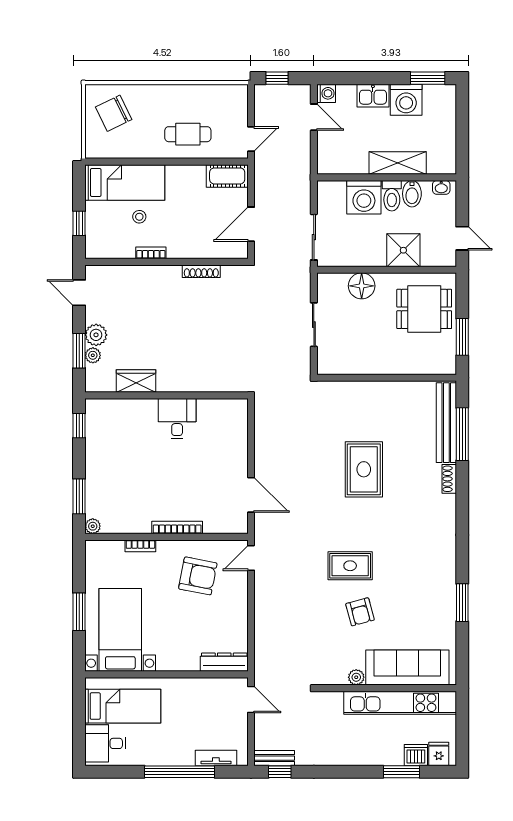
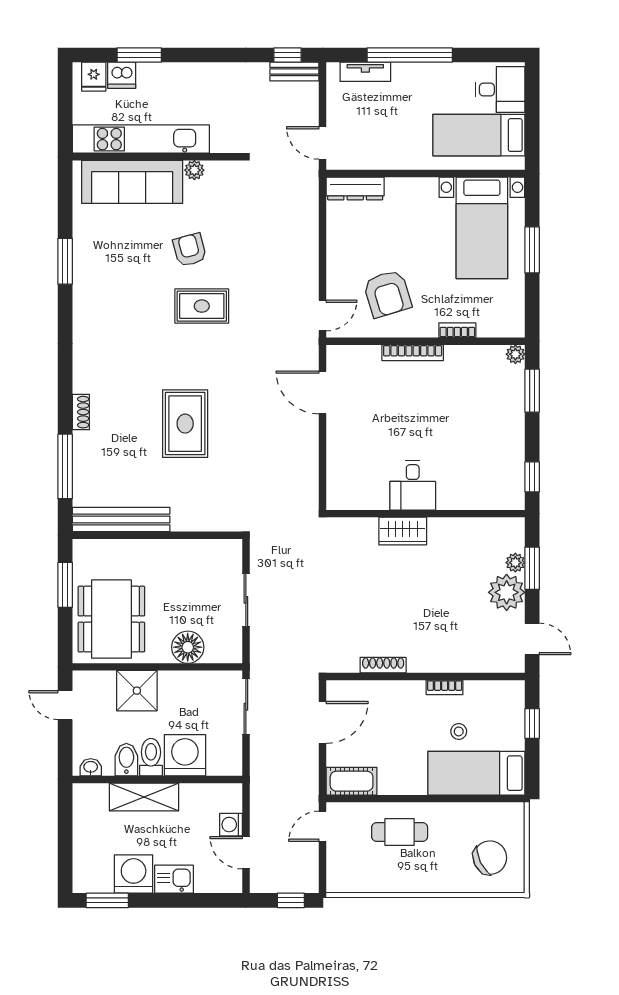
washing machine: (326, 93) -> (231, 825), moved
dining table: (424, 309) -> (111, 619), width x1.38
plant: (96, 335) -> (507, 592), width x1.36, depth x1.36
wardrobe: (136, 381) -> (403, 531), moved
bench: (446, 423) -> (121, 519), moved, turned 90
armchair: (198, 576) -> (387, 294), turned -118

